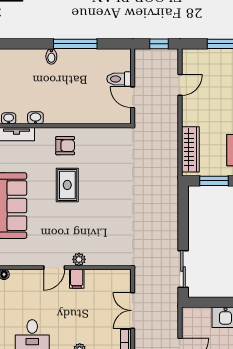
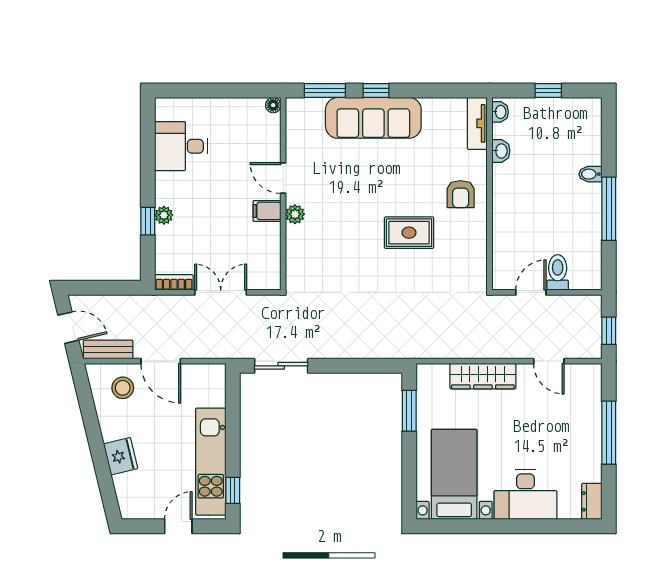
wardrobe: (190, 149) -> (483, 376), moved
rug: (67, 185) -> (409, 233), moved

